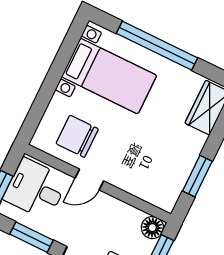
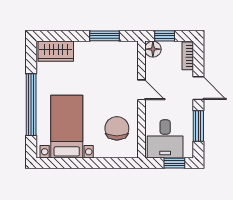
chair: (77, 136) -> (117, 128), turned 180
door: (89, 179) -> (141, 90), moved

